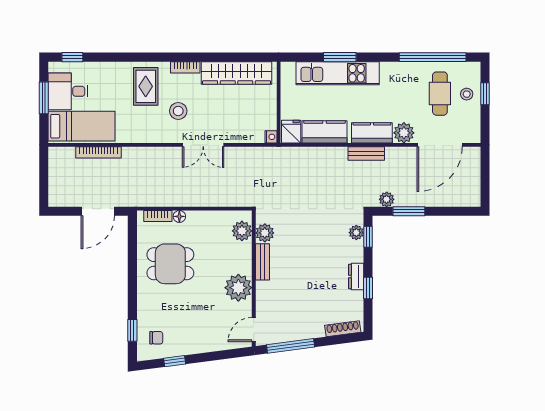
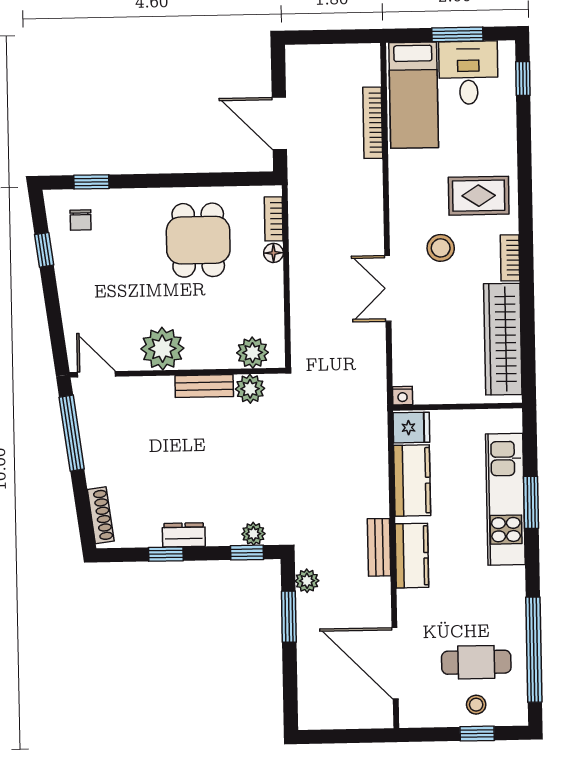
plant: (404, 133) -> (413, 606), removed

